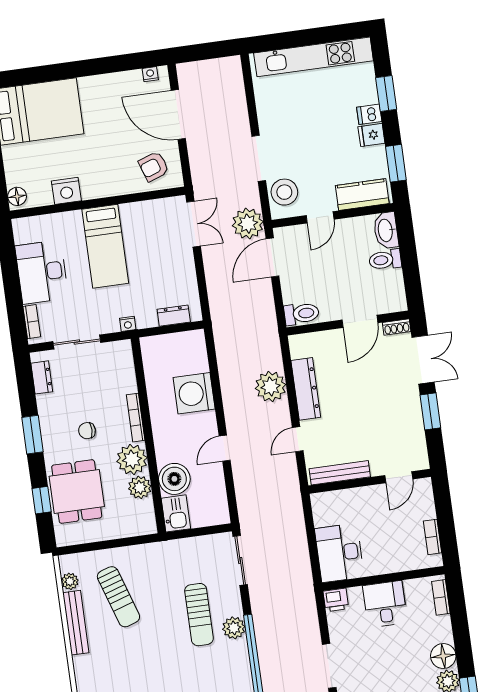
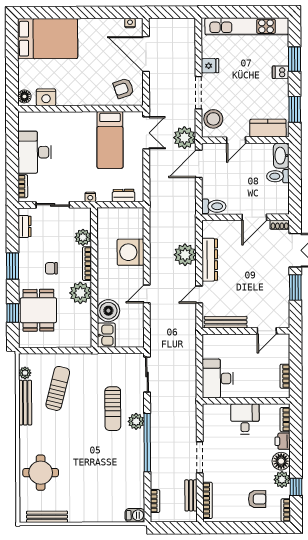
fridge: (371, 135) -> (210, 66), moved, turned 180
nightstand: (66, 191) -> (46, 97), moved
bed: (105, 246) -> (110, 140), moved
plant: (140, 487) -> (83, 237), moved
sun lounger: (118, 597) -> (58, 388), turned -148
printer: (336, 600) -> (283, 441), moved, turned 90

